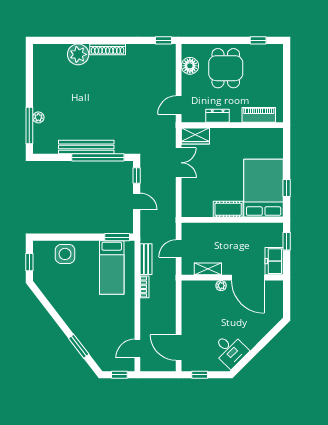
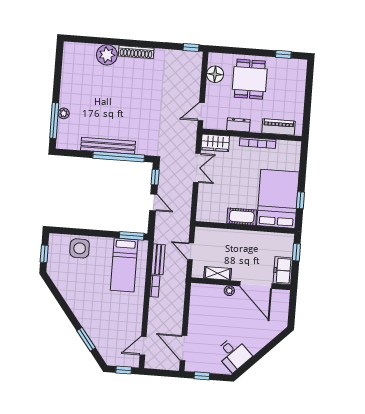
bookcase: (239, 132) -> (258, 143), added
door: (179, 248) -> (191, 251), hinge flipped

